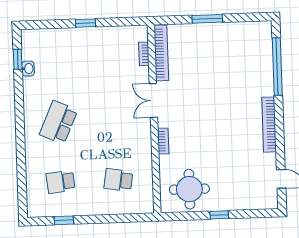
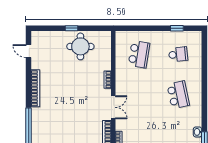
school desk: (58, 122) -> (178, 95), turned -36
school desk: (118, 180) -> (139, 54), width x1.85
round table: (189, 189) -> (80, 46), moved

